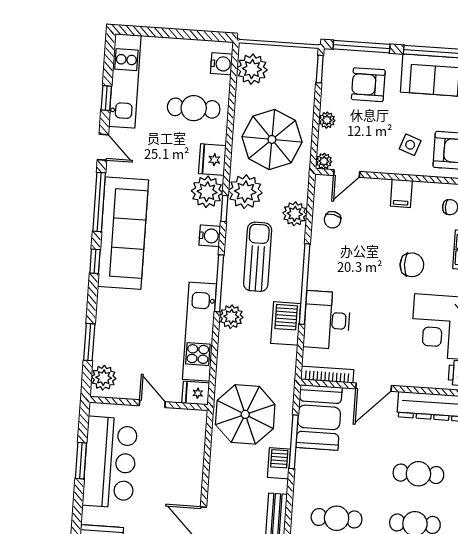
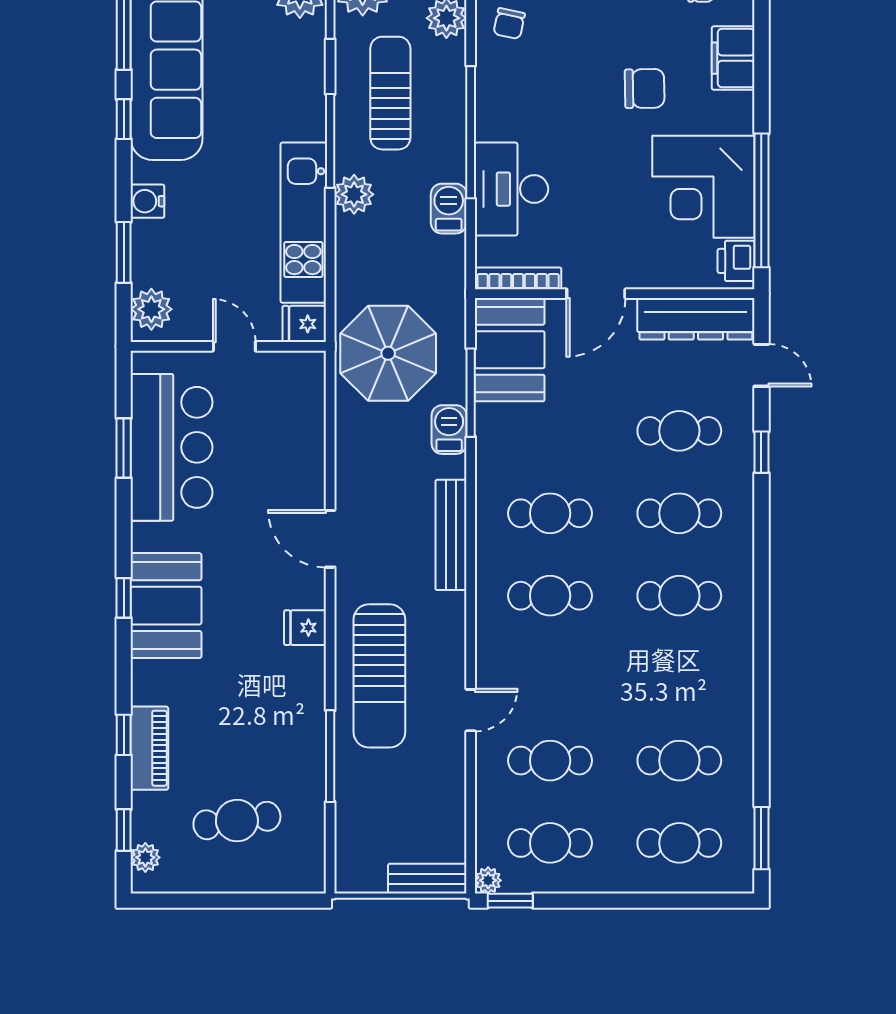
water cooler: (210, 236) -> (147, 201), moved, turned 180
barbecue: (286, 323) -> (449, 209), width x0.73, depth x0.79

